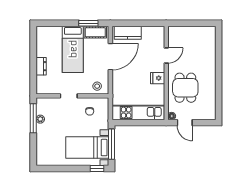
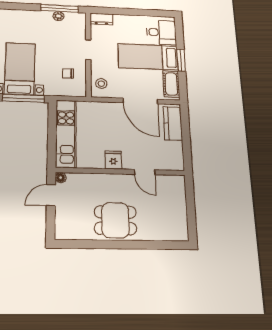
window: (88, 23) -> (181, 60), moved
desk: (51, 38) -> (161, 32), added
dresser: (41, 66) -> (101, 19), moved
dining table: (185, 88) -> (115, 220), moved

